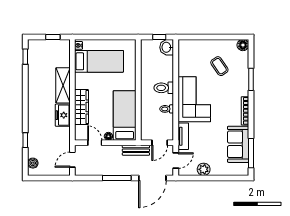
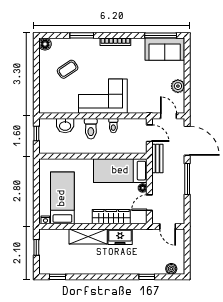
washbasin: (167, 47) -> (65, 126), moved
tv unit: (183, 136) -> (143, 108), removed
sofa: (238, 144) -> (165, 49), moved

